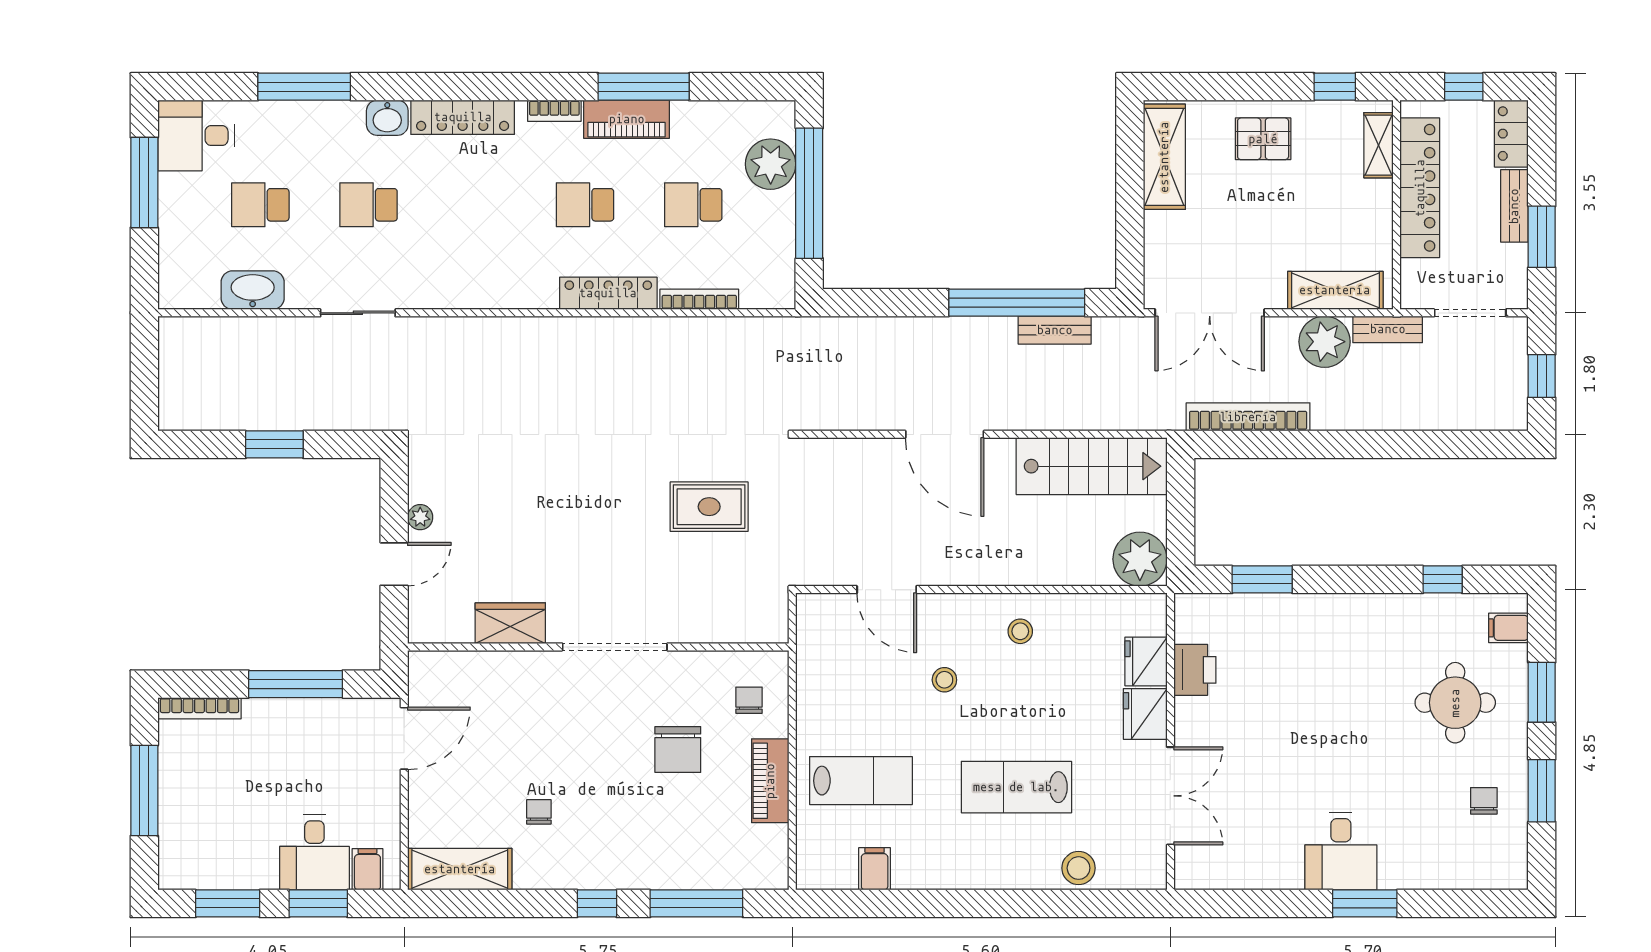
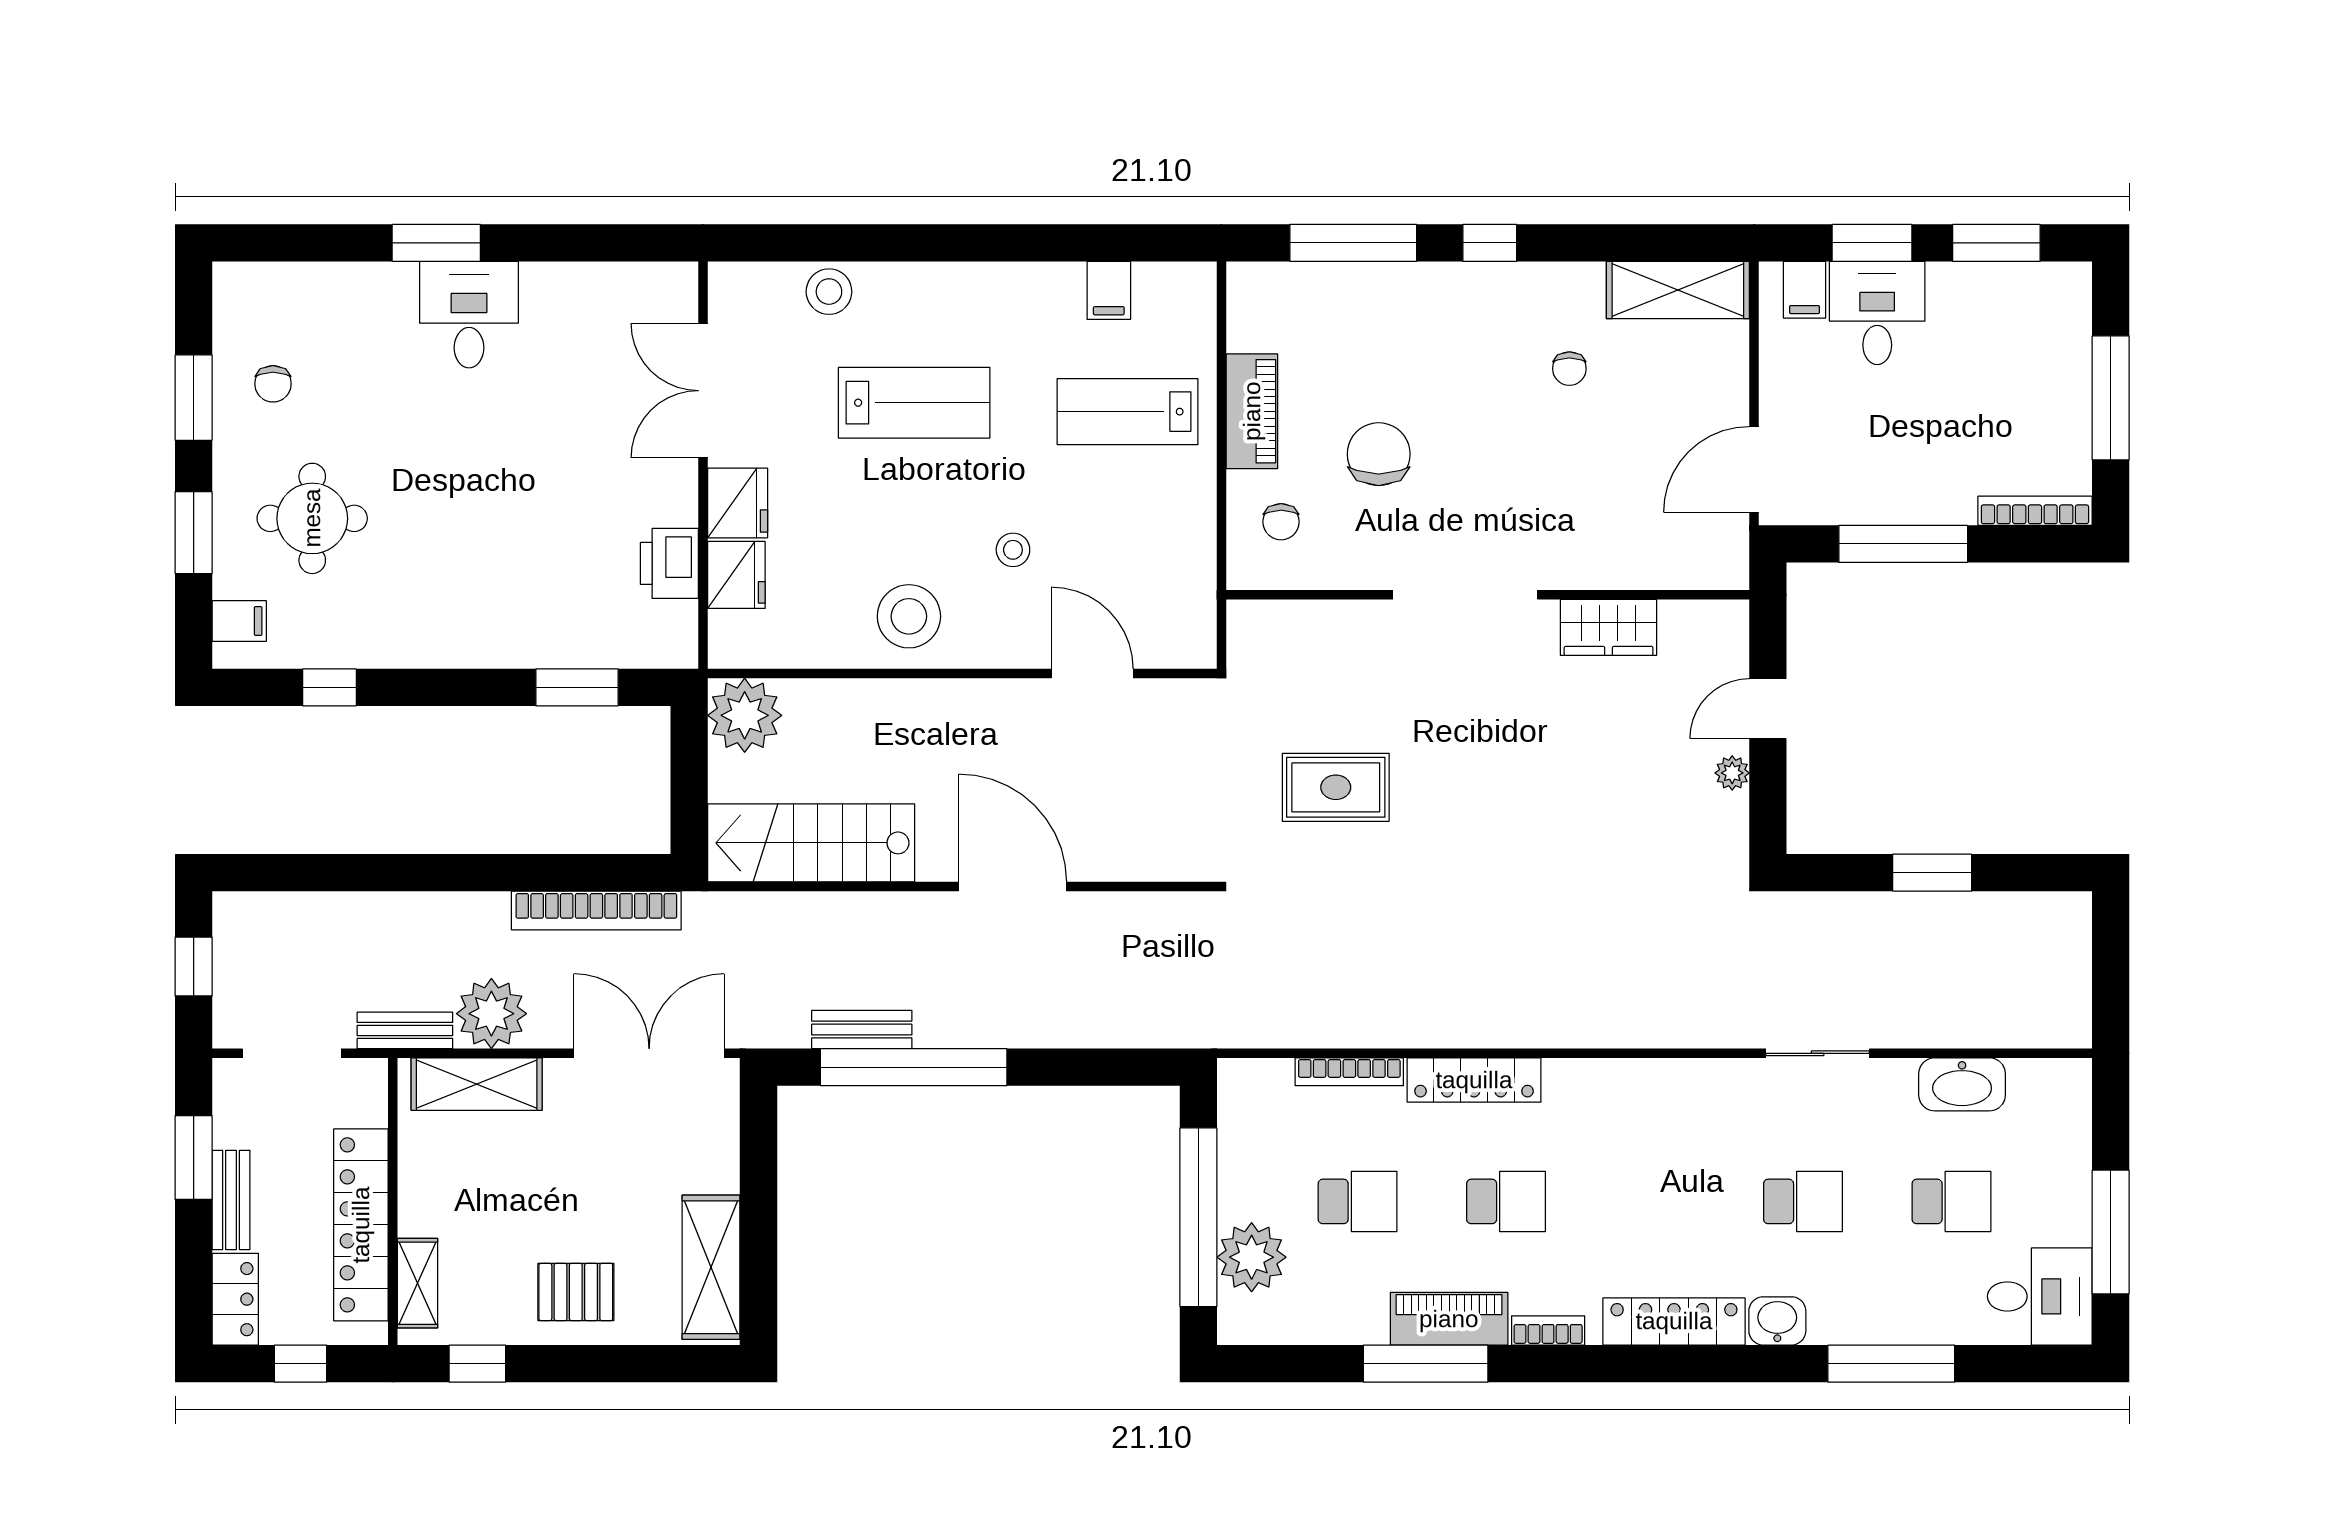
stool: (1020, 631) -> (909, 616), width x1.89, depth x1.89

